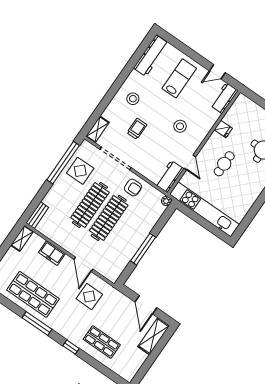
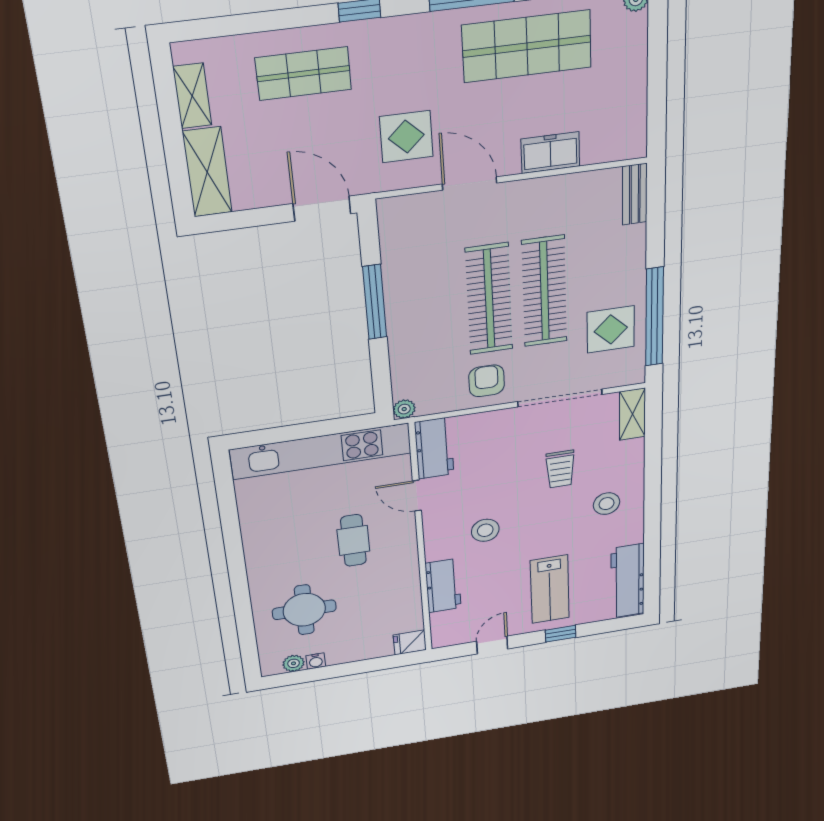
window: (191, 53) -> (561, 634), added
workbench: (224, 98) -> (443, 586), moved
fridge: (223, 129) -> (410, 642), moved
armchair: (133, 188) -> (487, 381), turned 90
shelving: (22, 238) -> (192, 96), moved
door: (146, 305) -> (322, 209), moved

